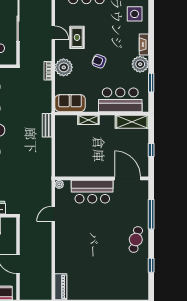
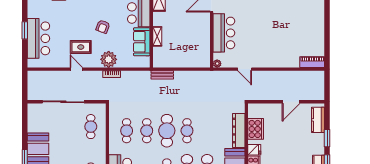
door: (53, 33) -> (76, 69), hinge flipped
sofa: (70, 103) -> (142, 42), moved

